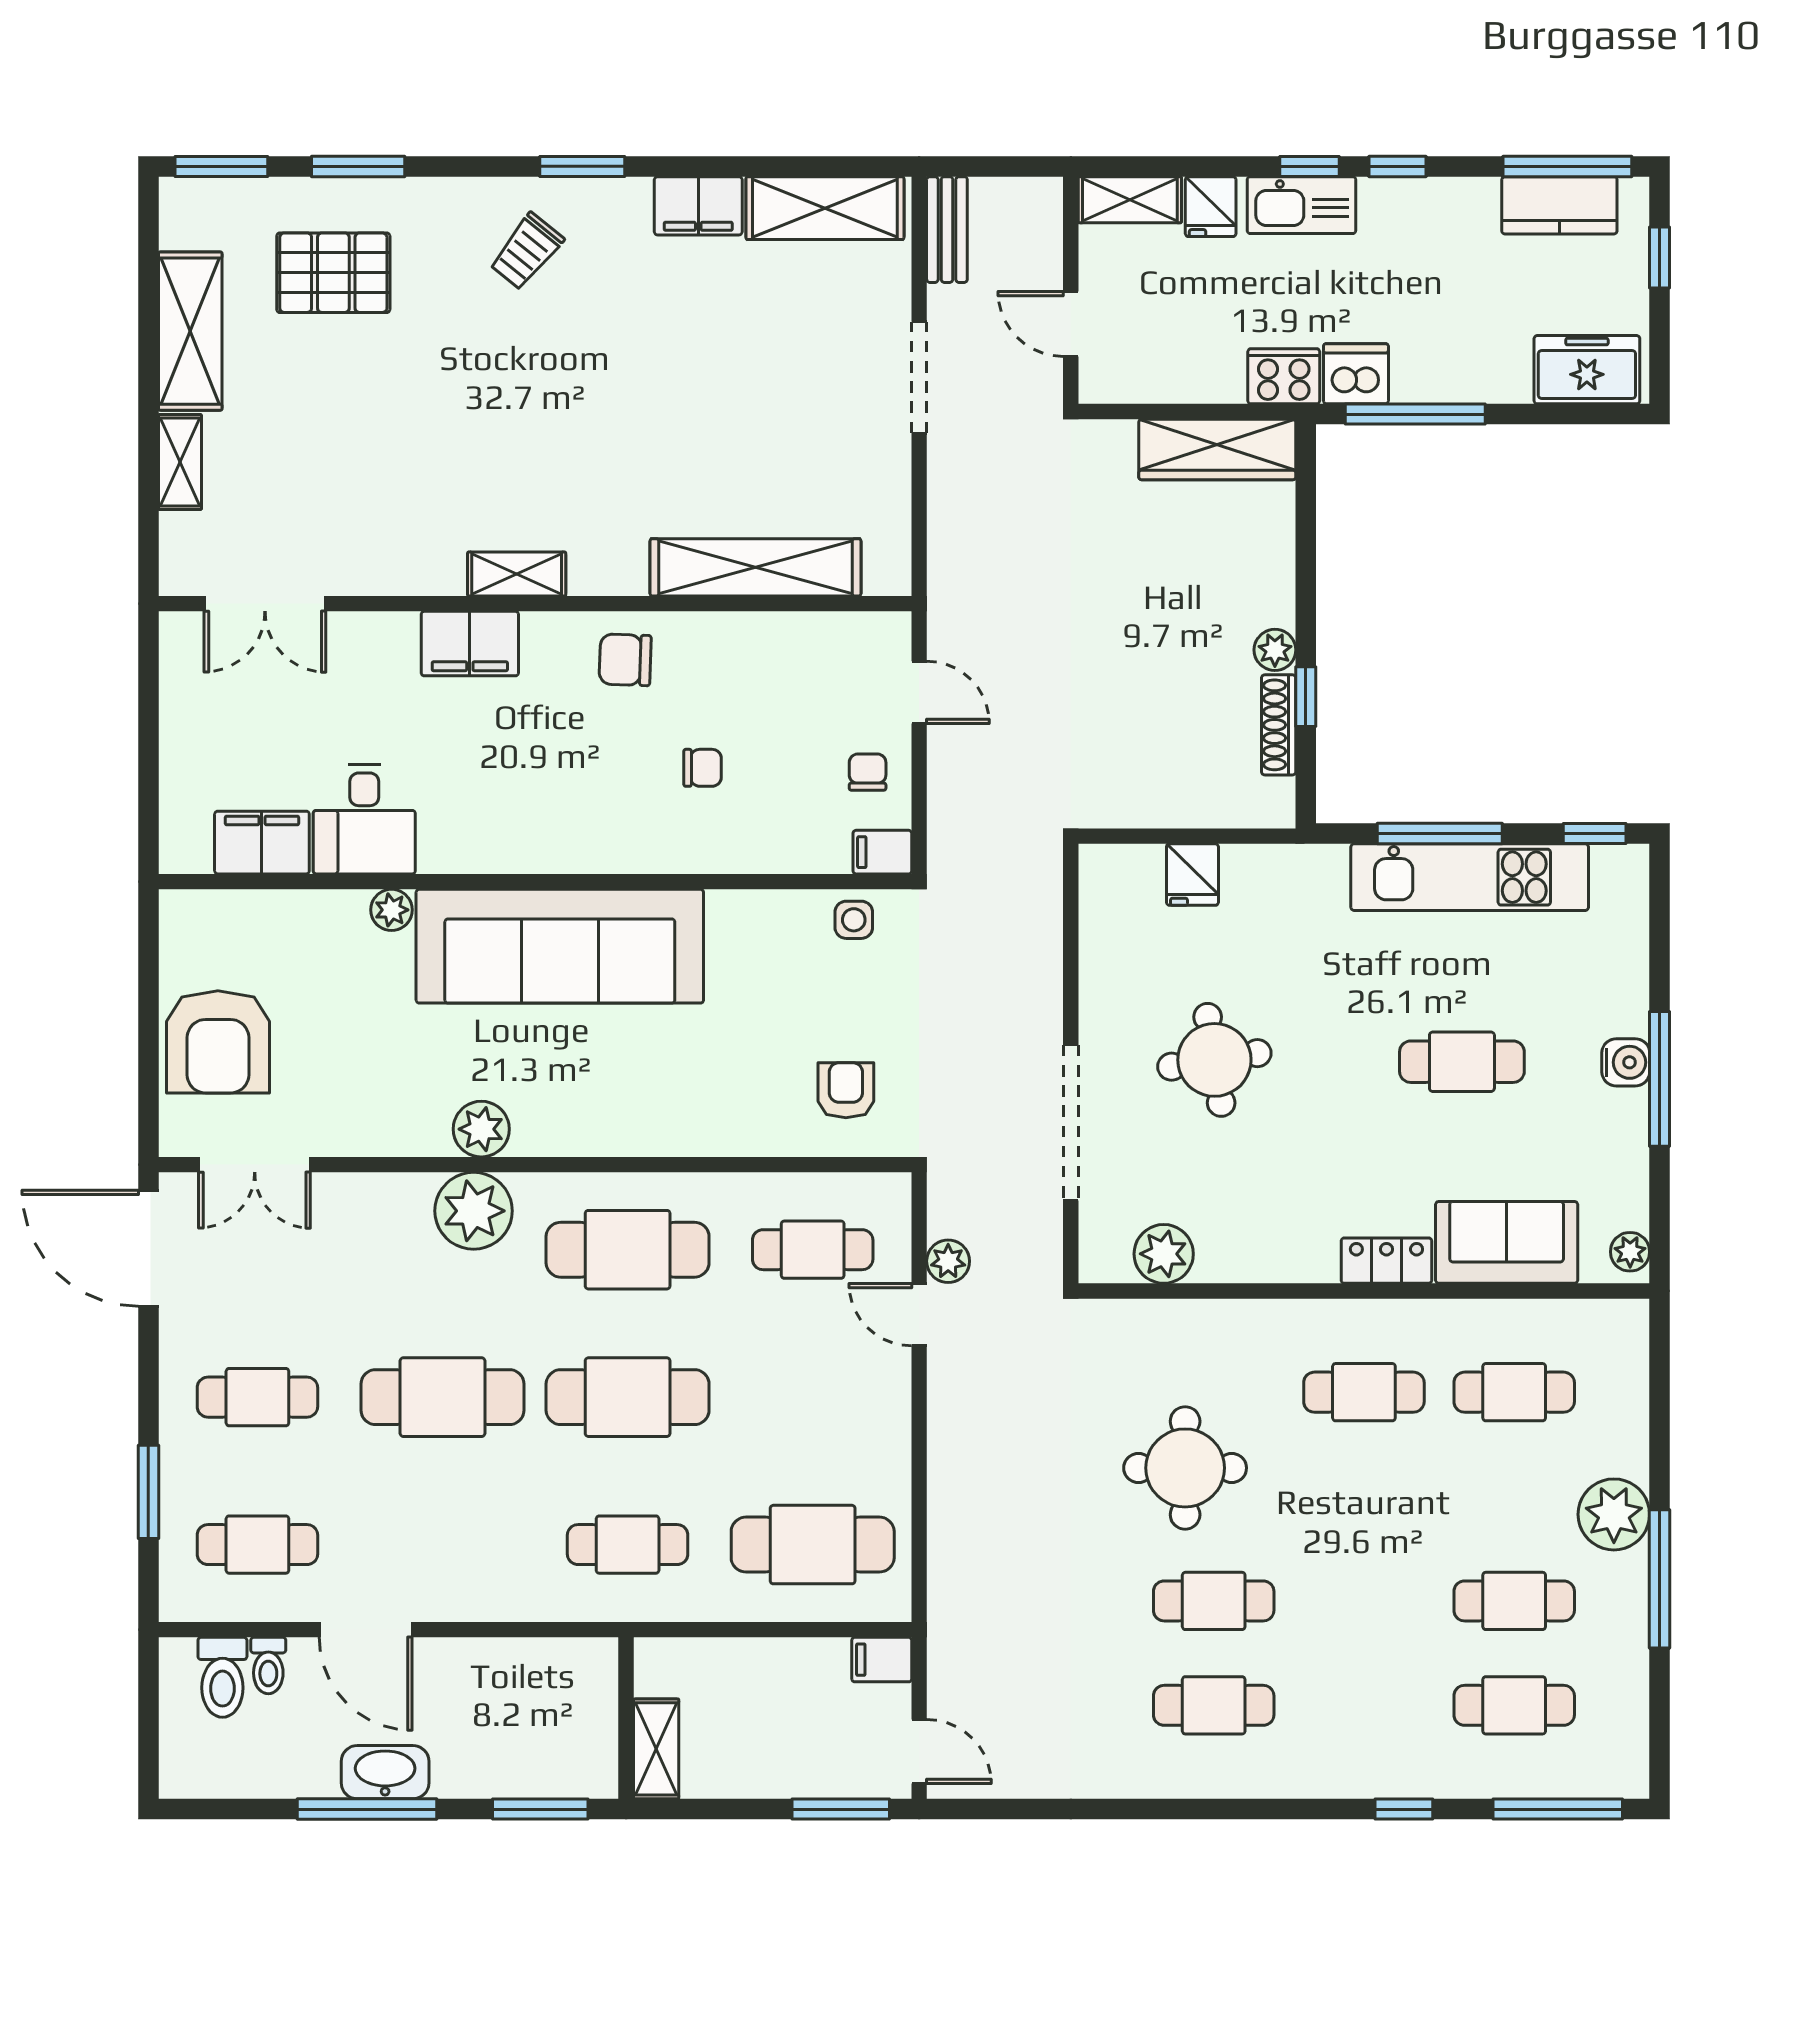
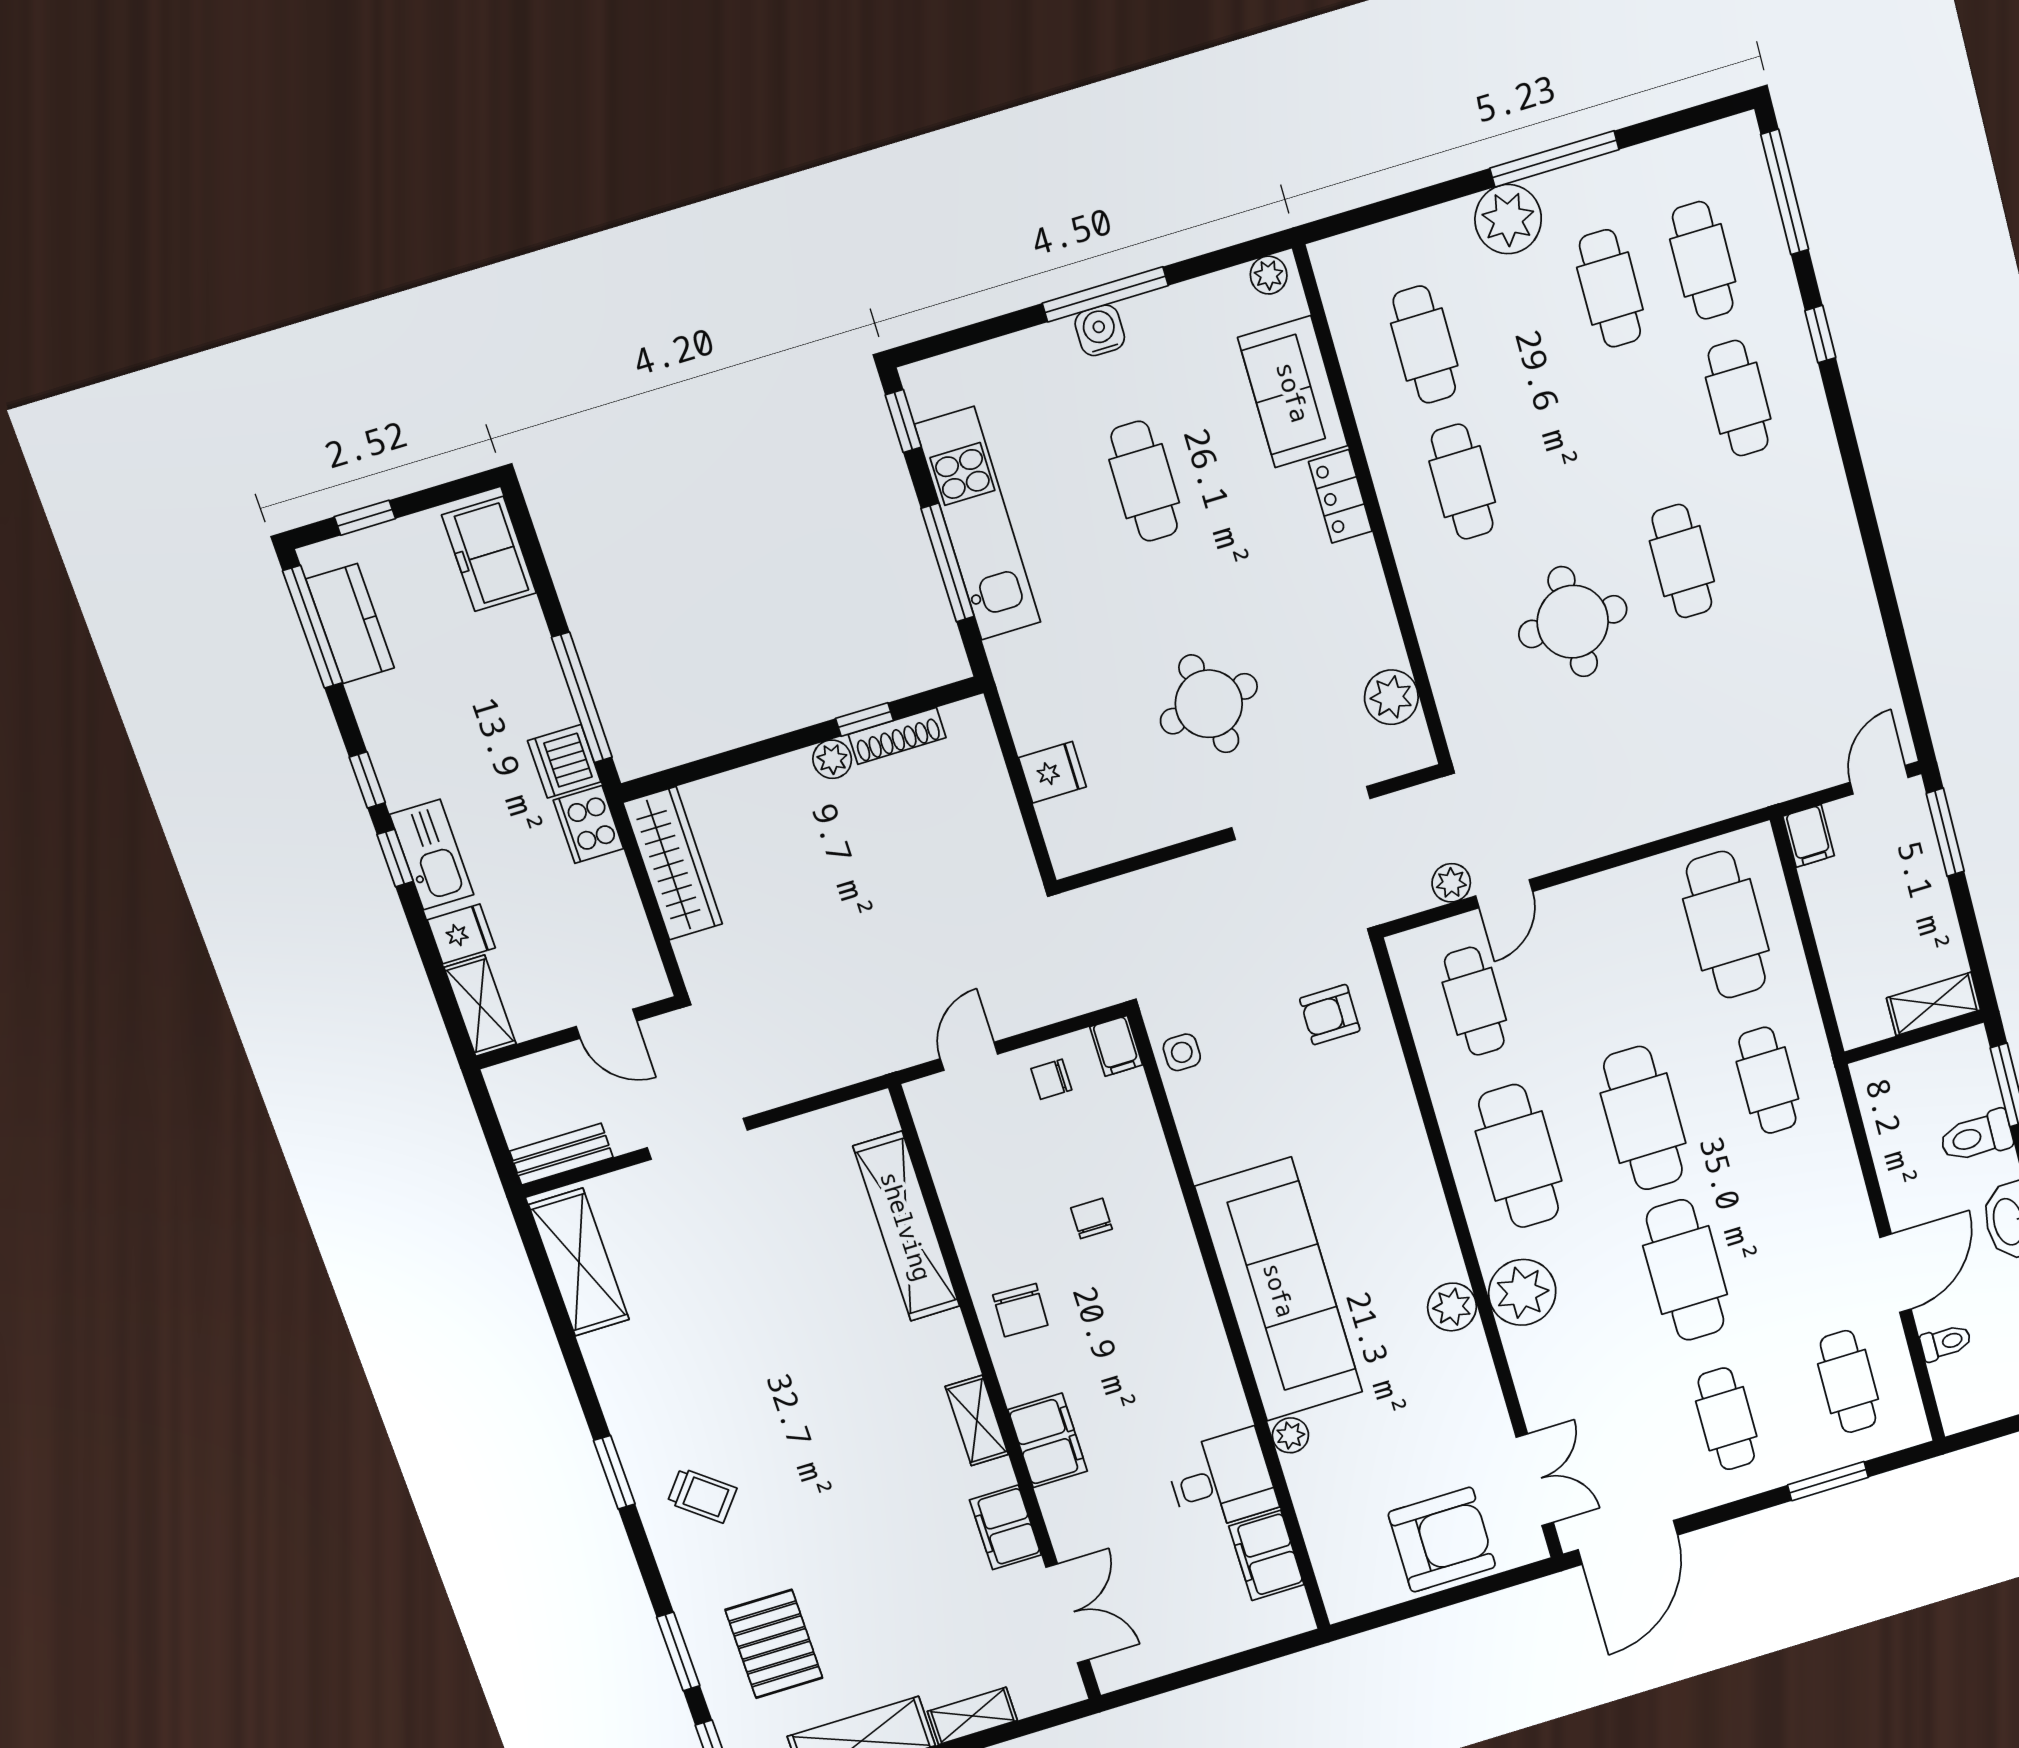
filing cabinet: (698, 206) -> (1005, 1527), moved, turned 180
door: (1071, 324) -> (606, 1024), hinge flipped
toilet: (222, 1677) -> (1976, 1137), moved, turned 180
cafe table: (1214, 1705) -> (1738, 398), moved

